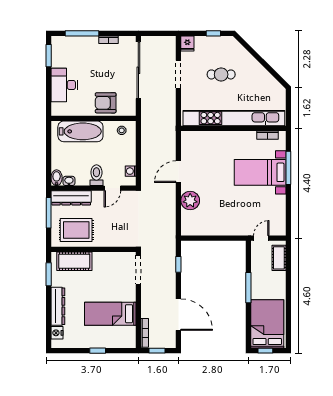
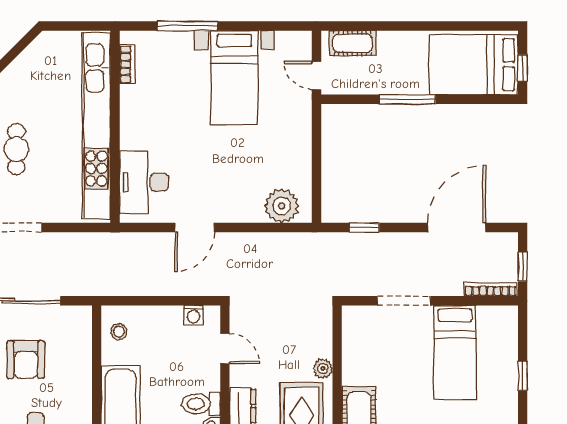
armchair: (106, 103) -> (26, 360), moved
desk: (203, 144) -> (144, 182), added
door: (178, 172) -> (195, 228), hinge flipped
bed with nightstands: (260, 172) -> (234, 78), moved
toilet: (96, 175) -> (201, 404), moved
plant: (190, 201) -> (282, 206), moved
plant: (102, 242) -> (323, 368), added
doorway: (138, 270) -> (404, 301), moved

